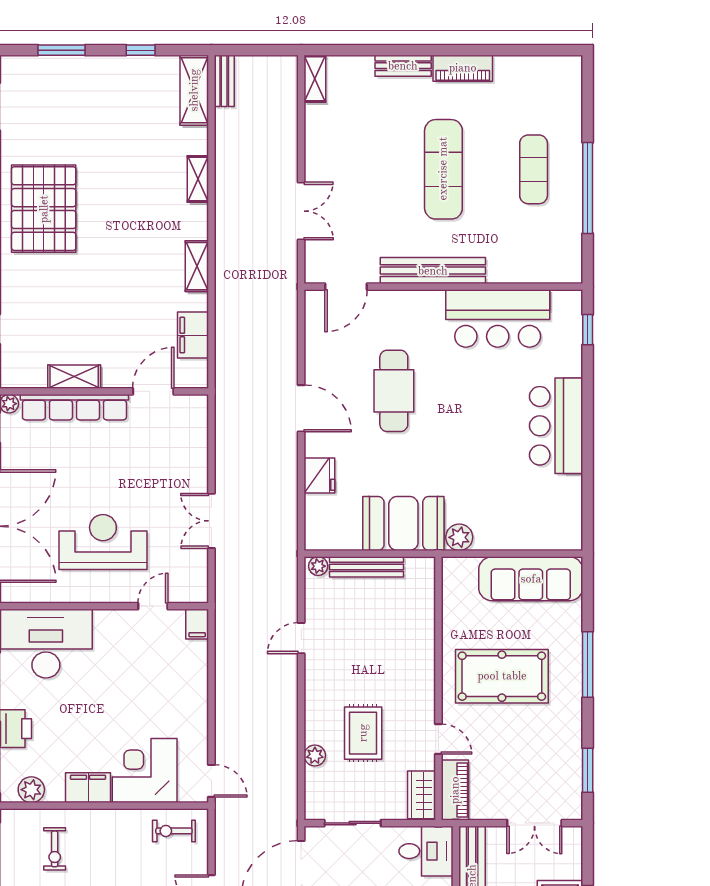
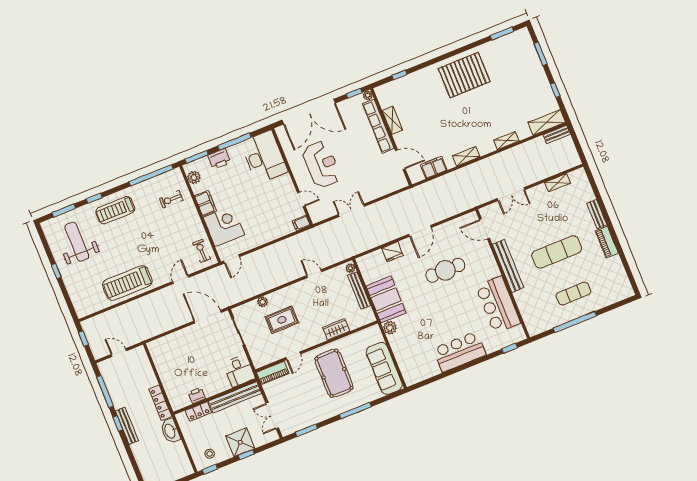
shelving: (315, 79) -> (558, 183), moved
wardrobe: (422, 795) -> (336, 329), moved

